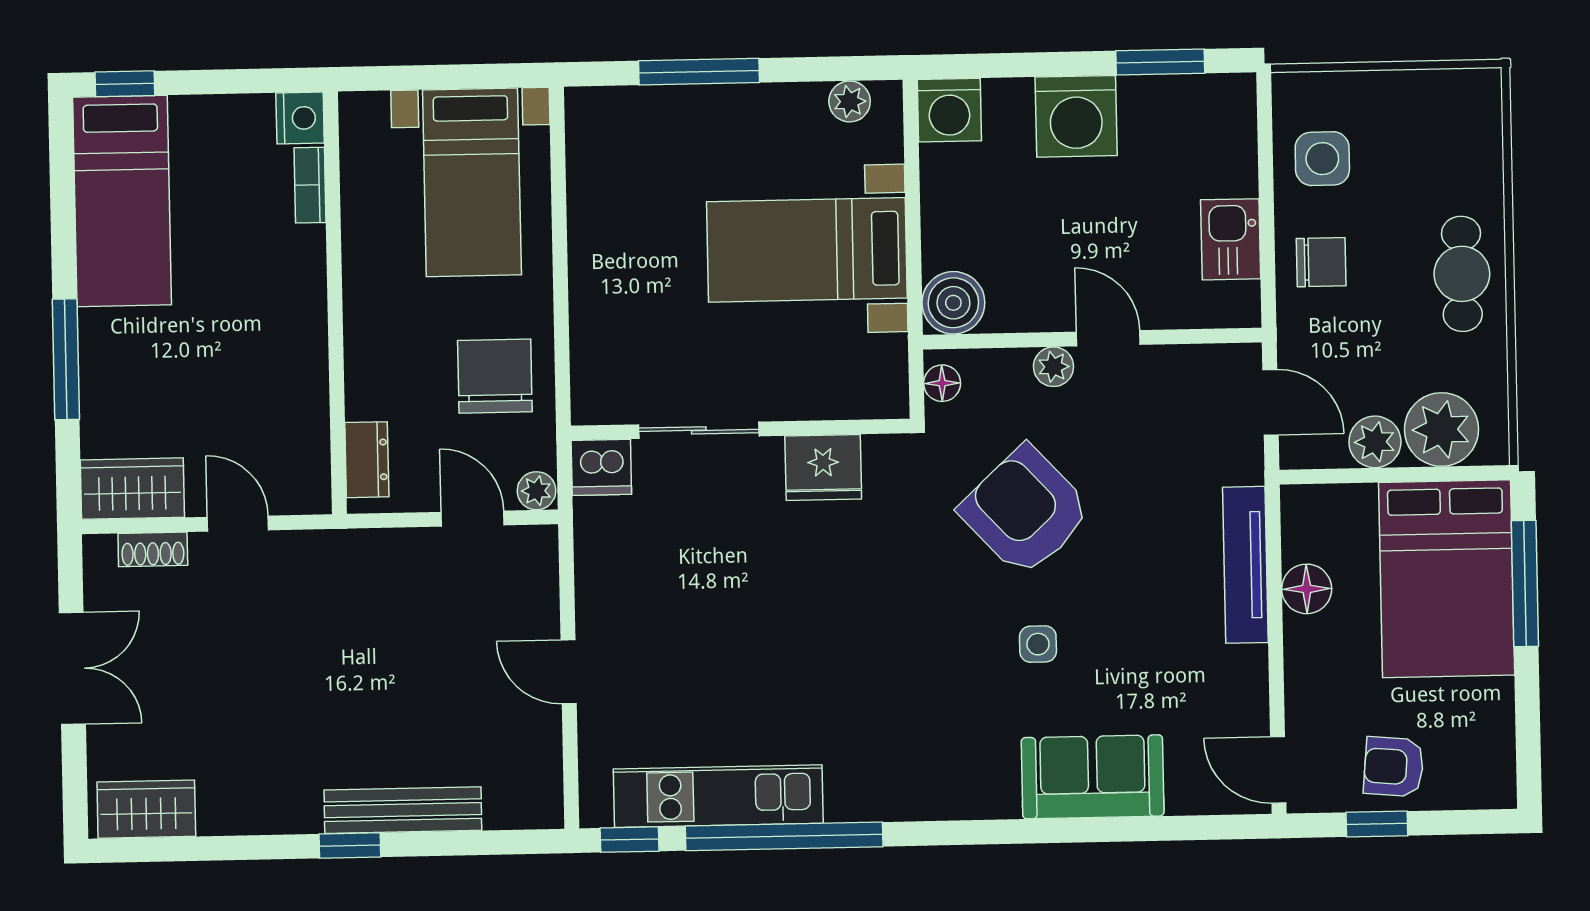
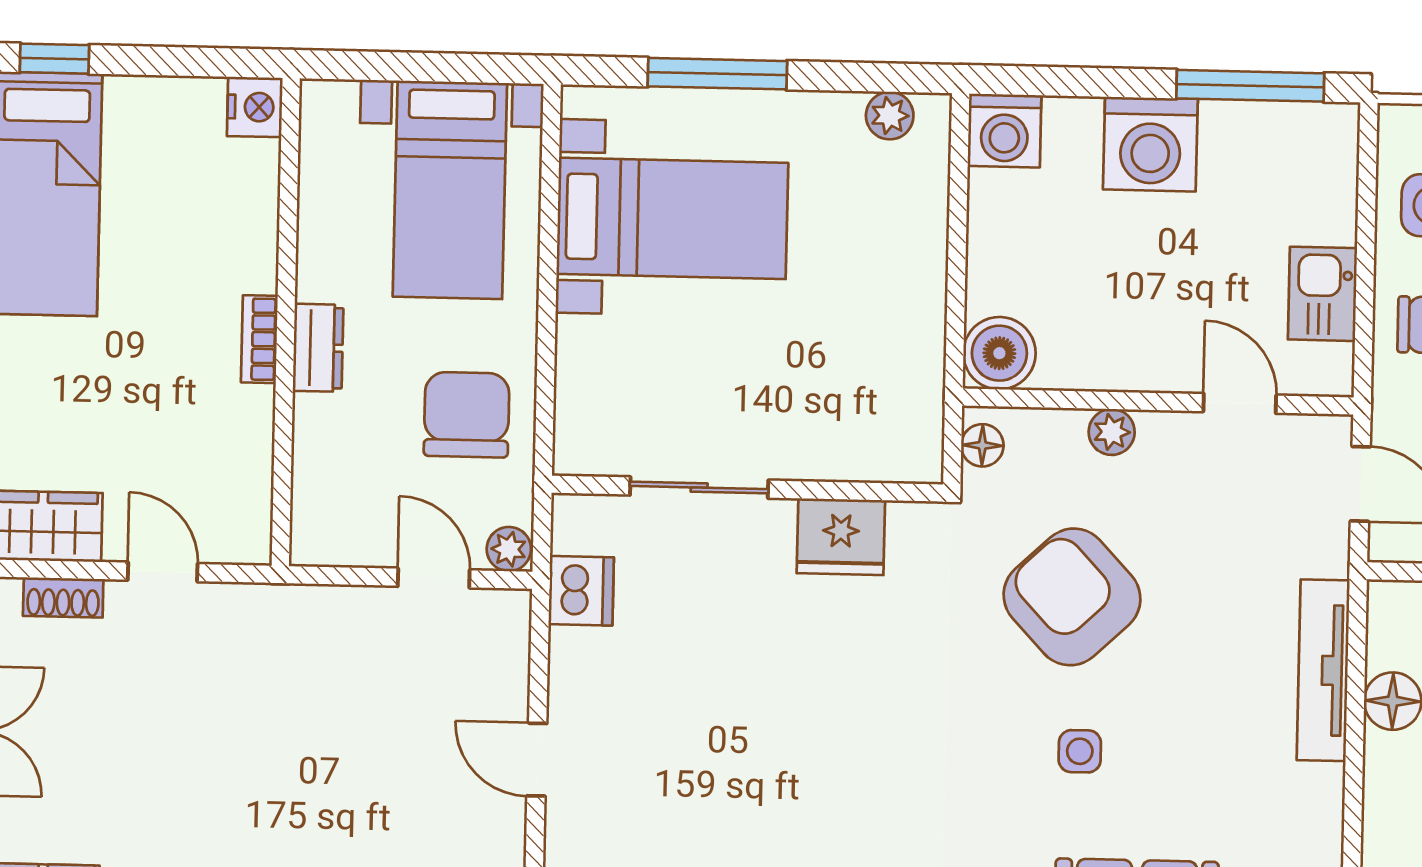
window: (1160, 62) -> (1250, 86), width x1.44
bookcase: (310, 185) -> (259, 339), moved
bed with nightstands: (807, 250) -> (672, 218), moved, turned 180
door: (1108, 338) -> (1240, 403), moved
dresser: (367, 460) -> (318, 348), moved
dishwasher: (601, 467) -> (581, 591), moved, turned -90

